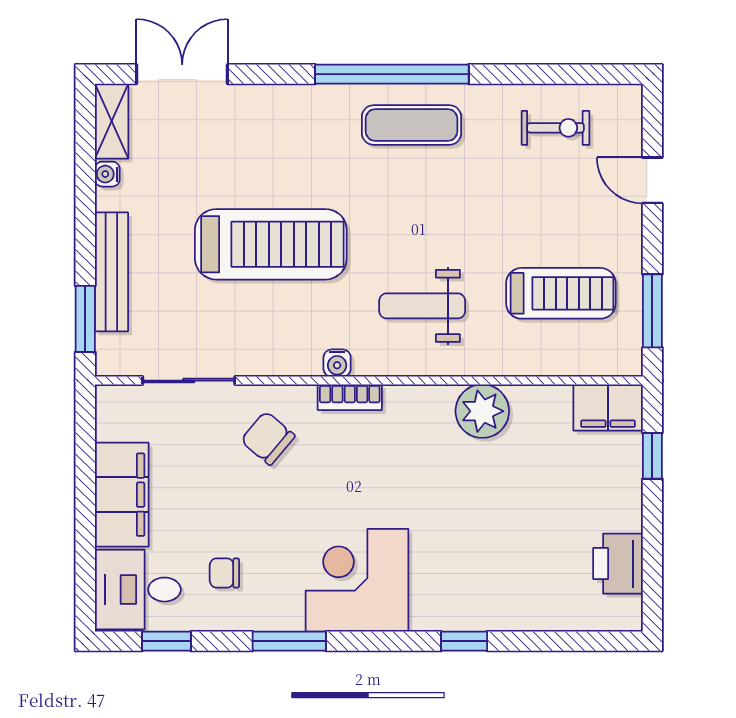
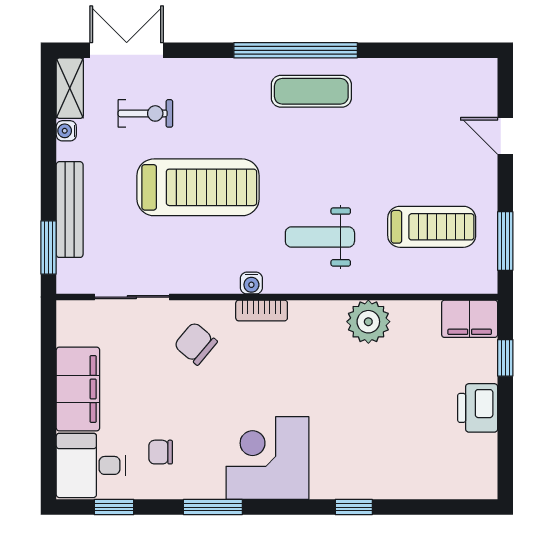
exercise bike: (556, 128) -> (145, 113), moved
printer: (618, 564) -> (478, 408), moved

